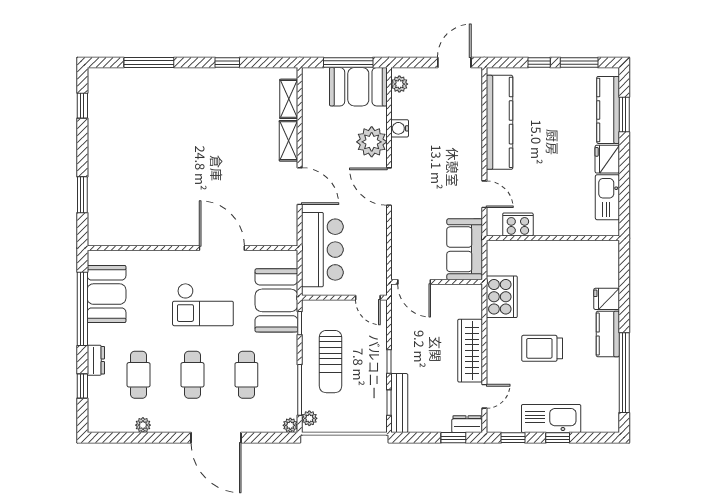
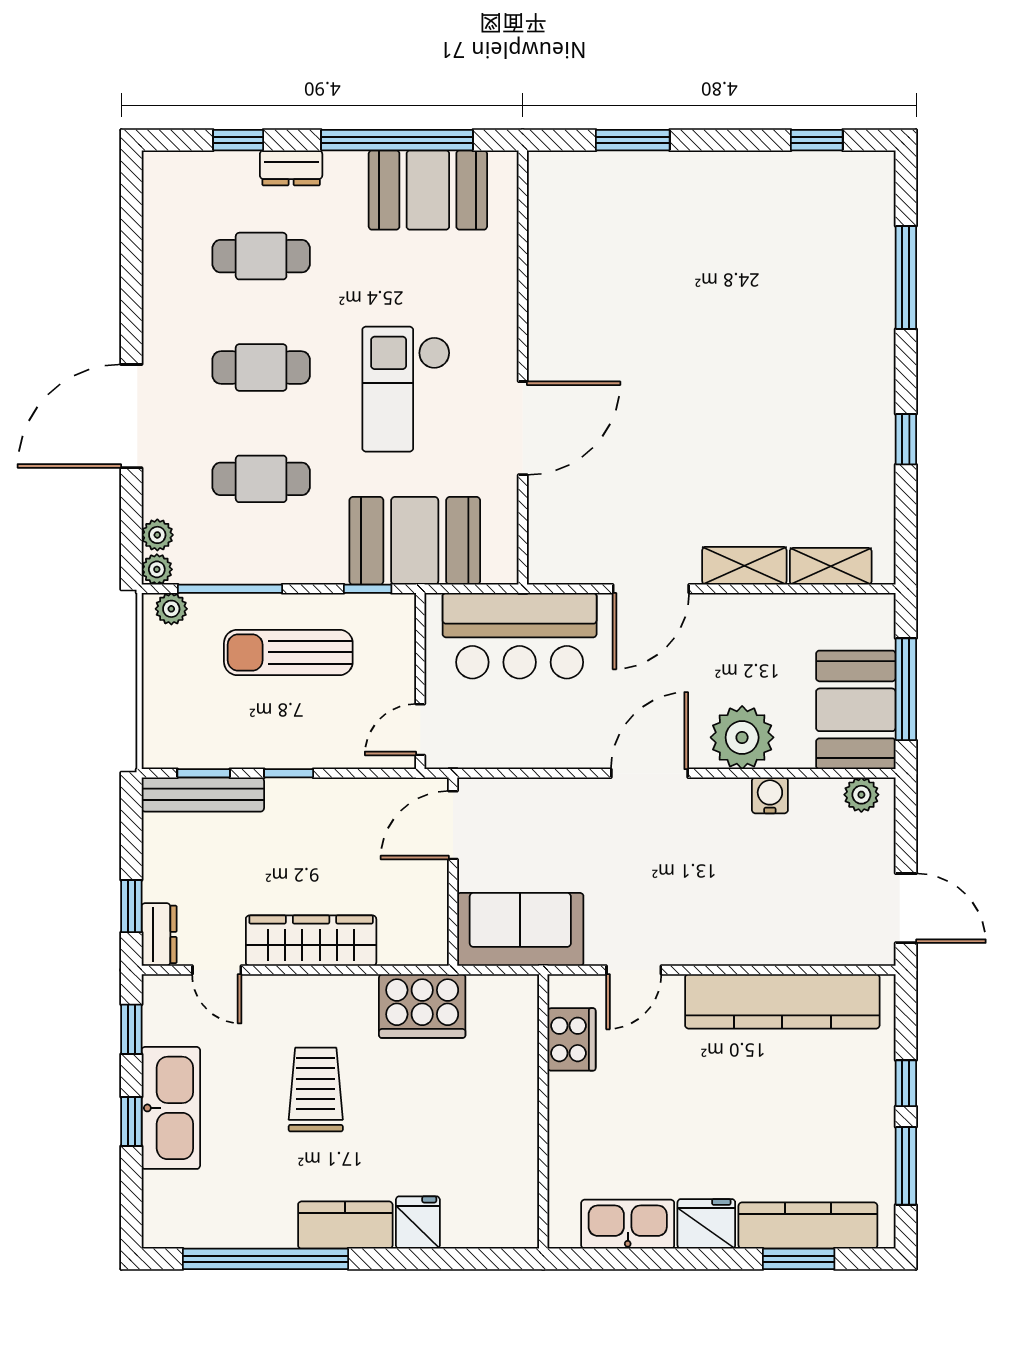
plant: (143, 425) -> (157, 535), moved

